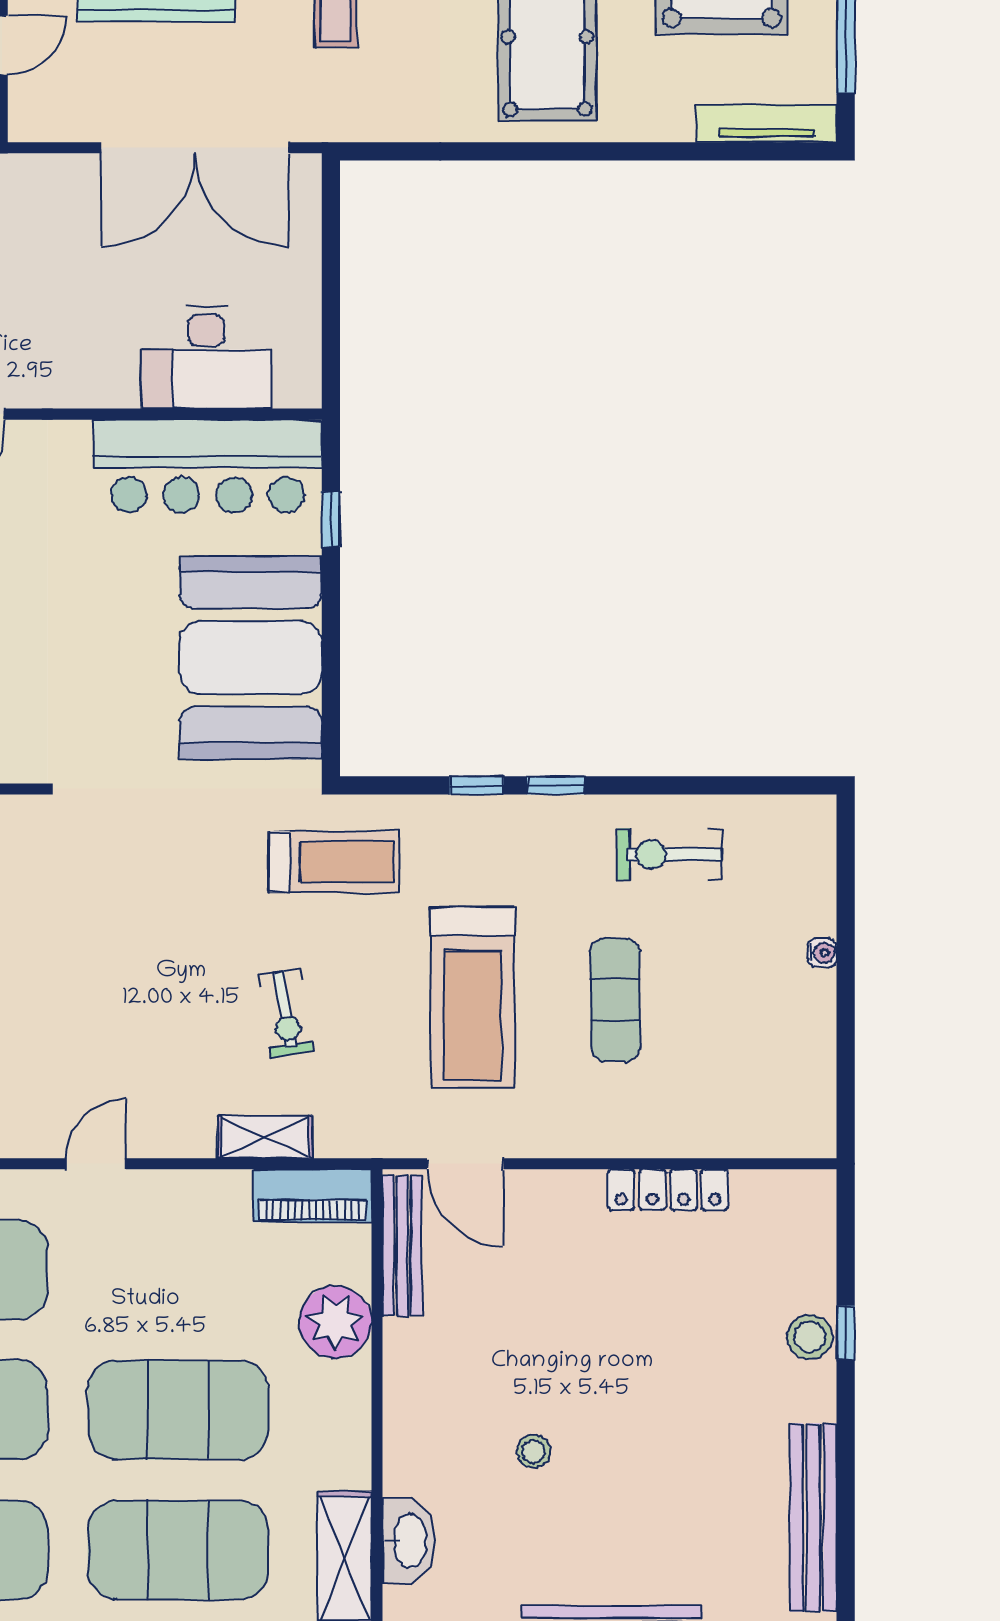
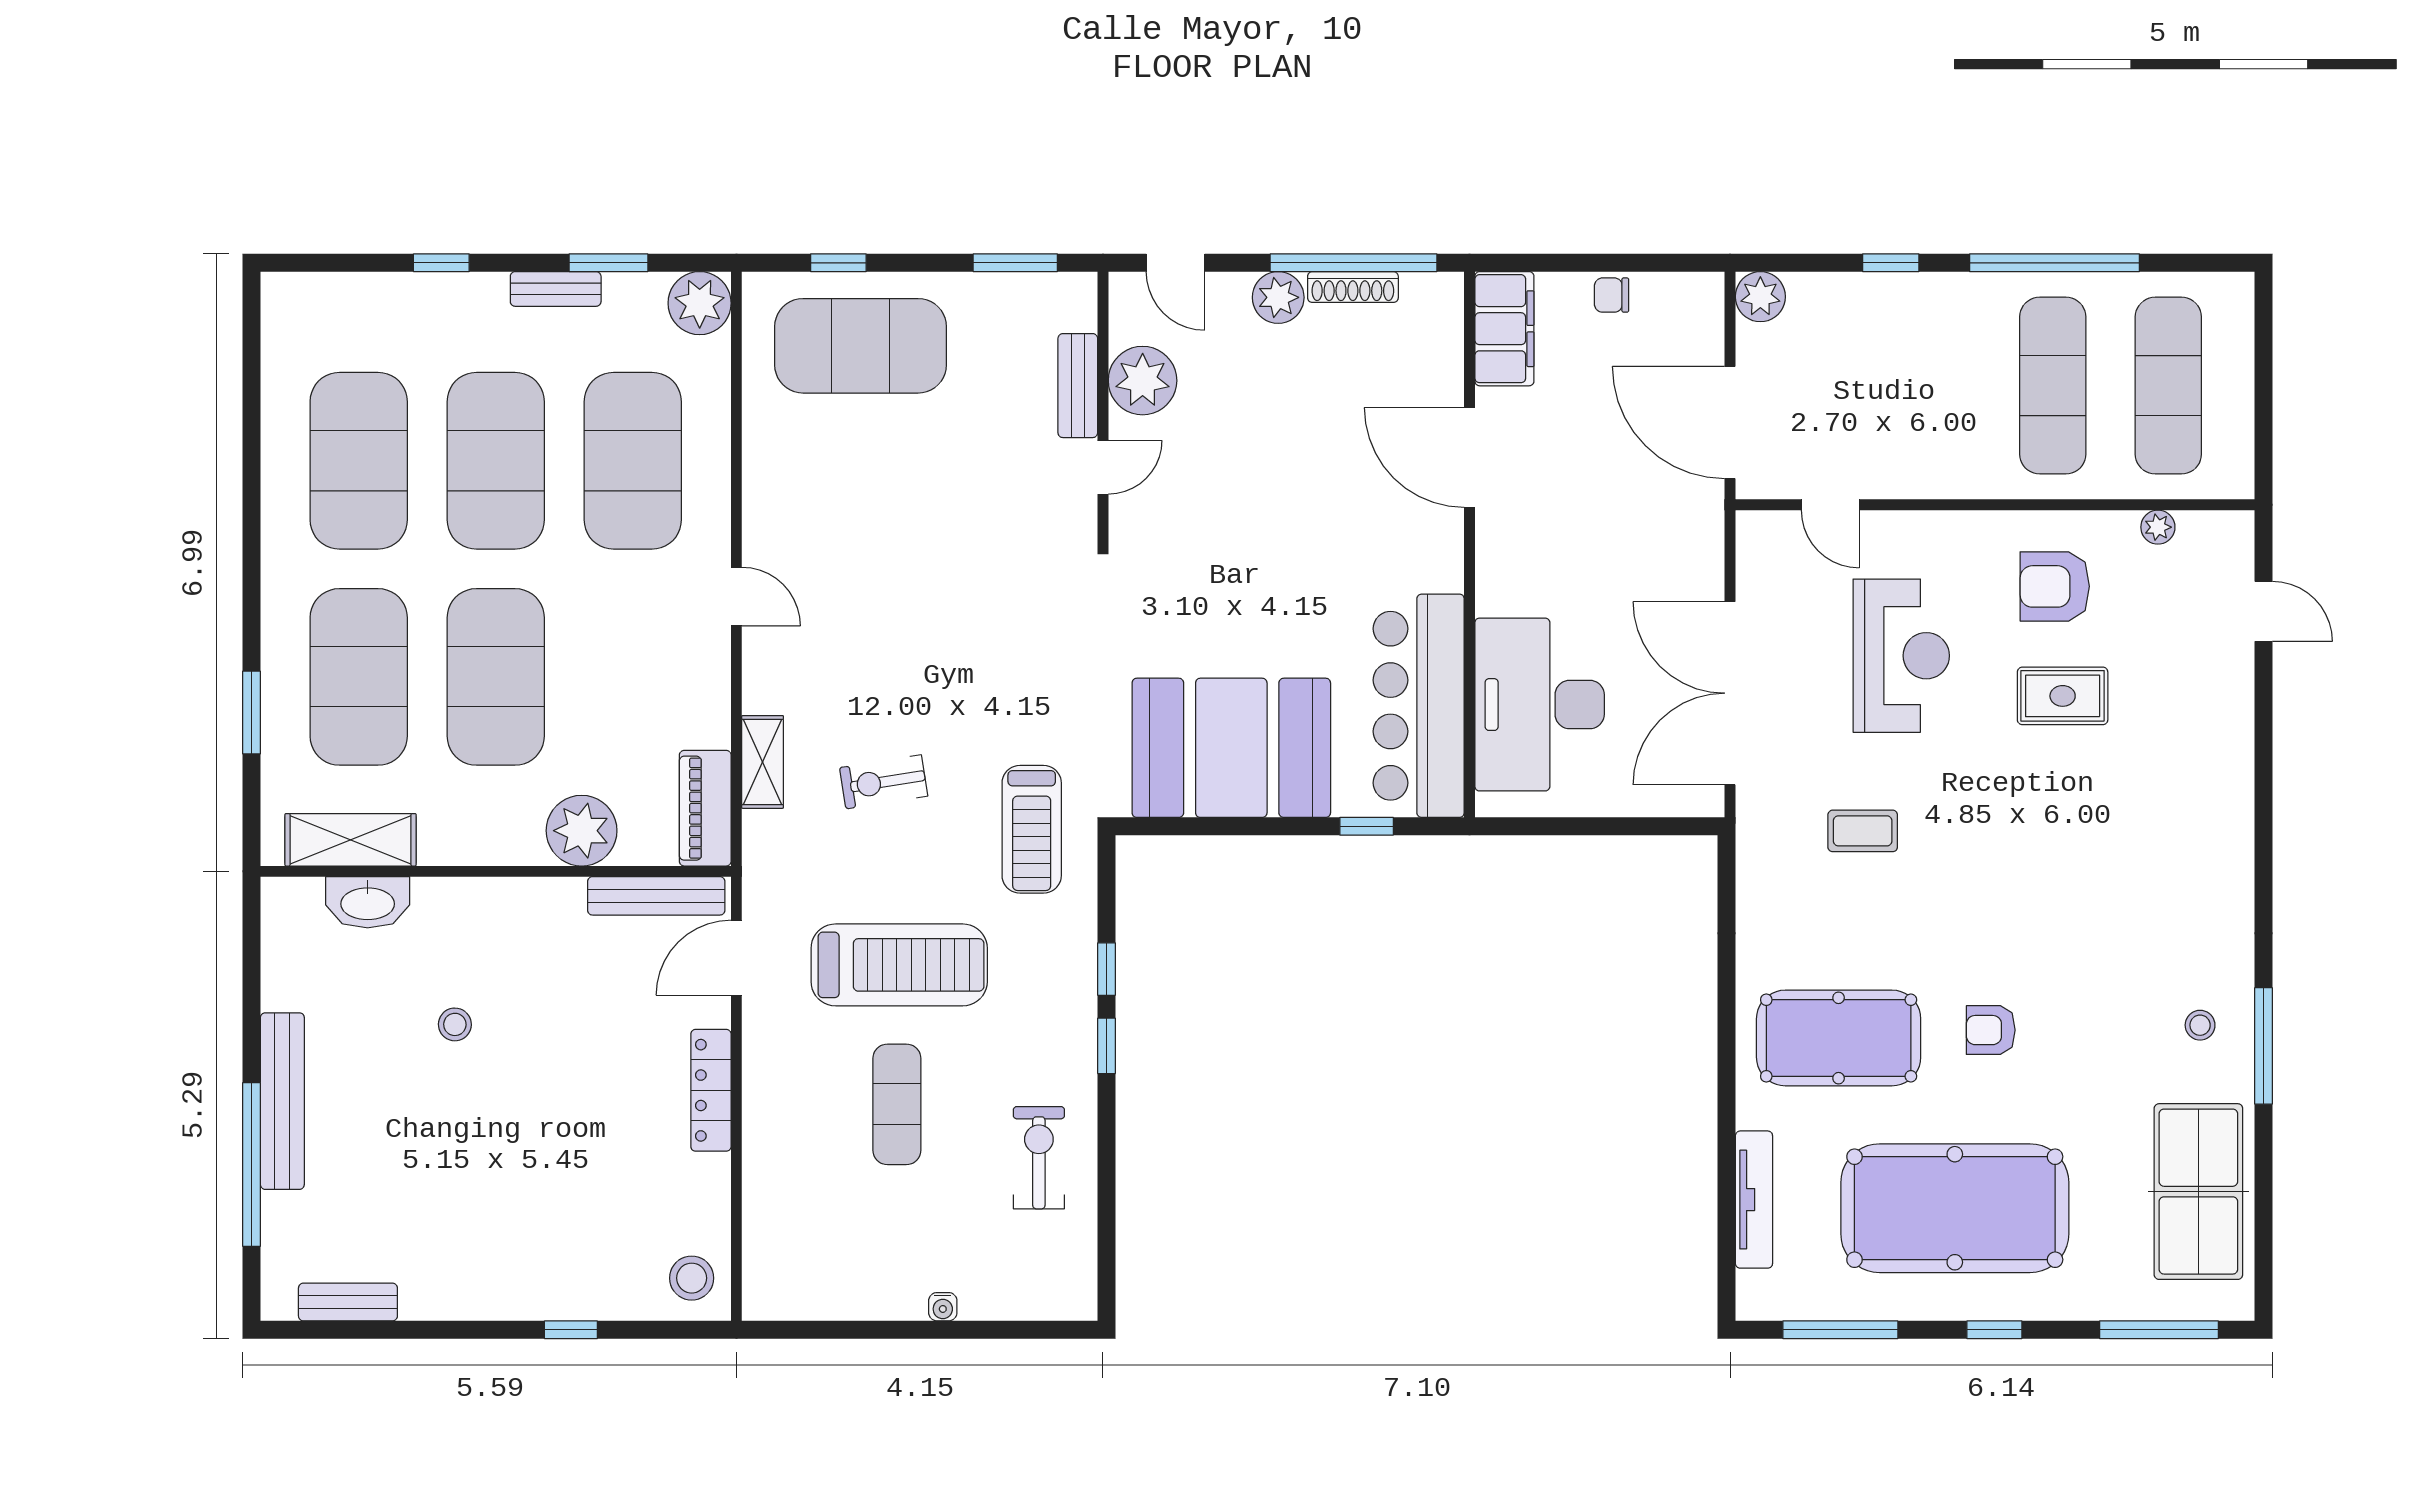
tv unit: (766, 123) -> (1754, 1200), moved
desk: (206, 358) -> (1540, 705), width x1.36, depth x1.30
treadmill: (473, 997) -> (899, 965), turned 180
exercise mat: (615, 1000) -> (897, 1104), turned 90
locker: (668, 1190) -> (711, 1090), moved
stool: (810, 1337) -> (692, 1278), moved
bench: (813, 1517) -> (348, 1302), width x0.54, depth x0.82

